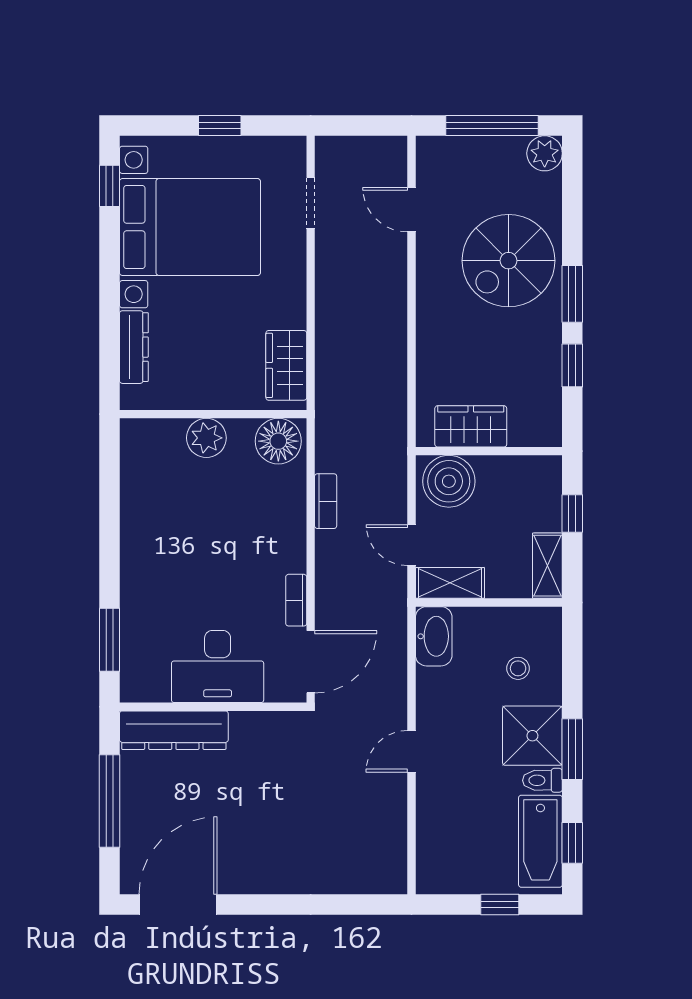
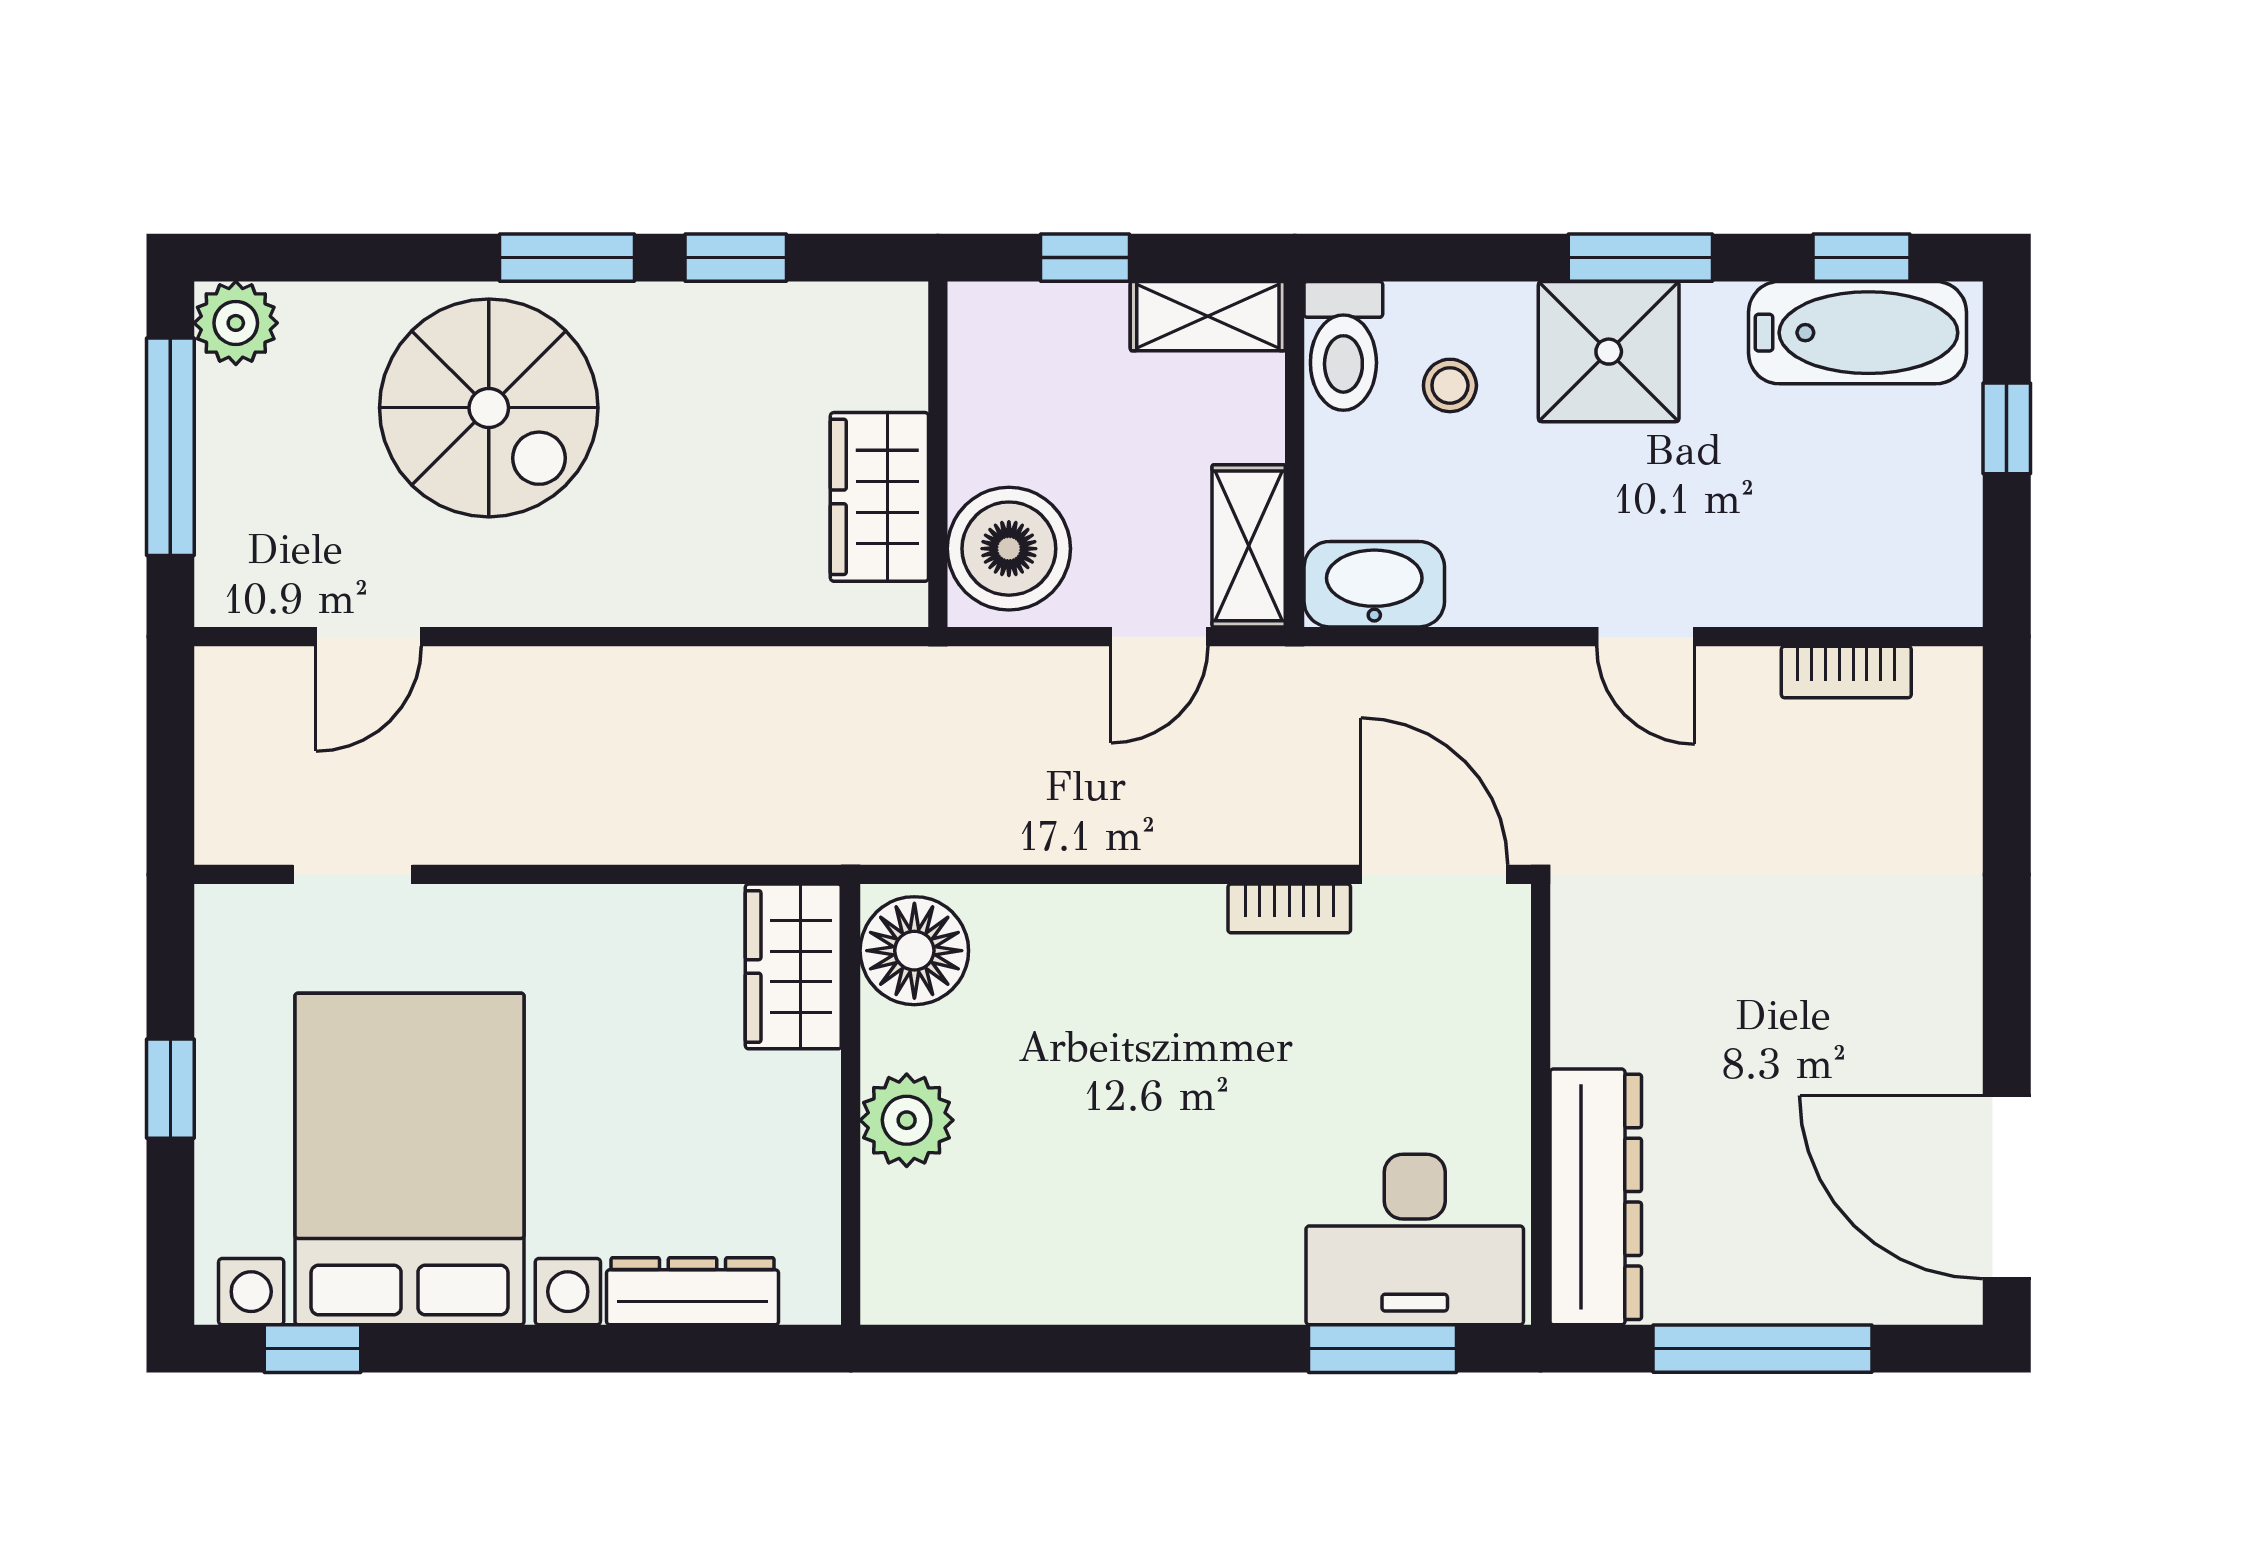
wardrobe: (286, 365) -> (793, 966), moved, turned 90
bookcase: (326, 501) -> (1846, 672), moved, turned 180
desk: (218, 667) -> (1415, 1240), moved, turned 90
toilet: (542, 780) -> (1343, 346), moved, width x1.37, depth x1.39

